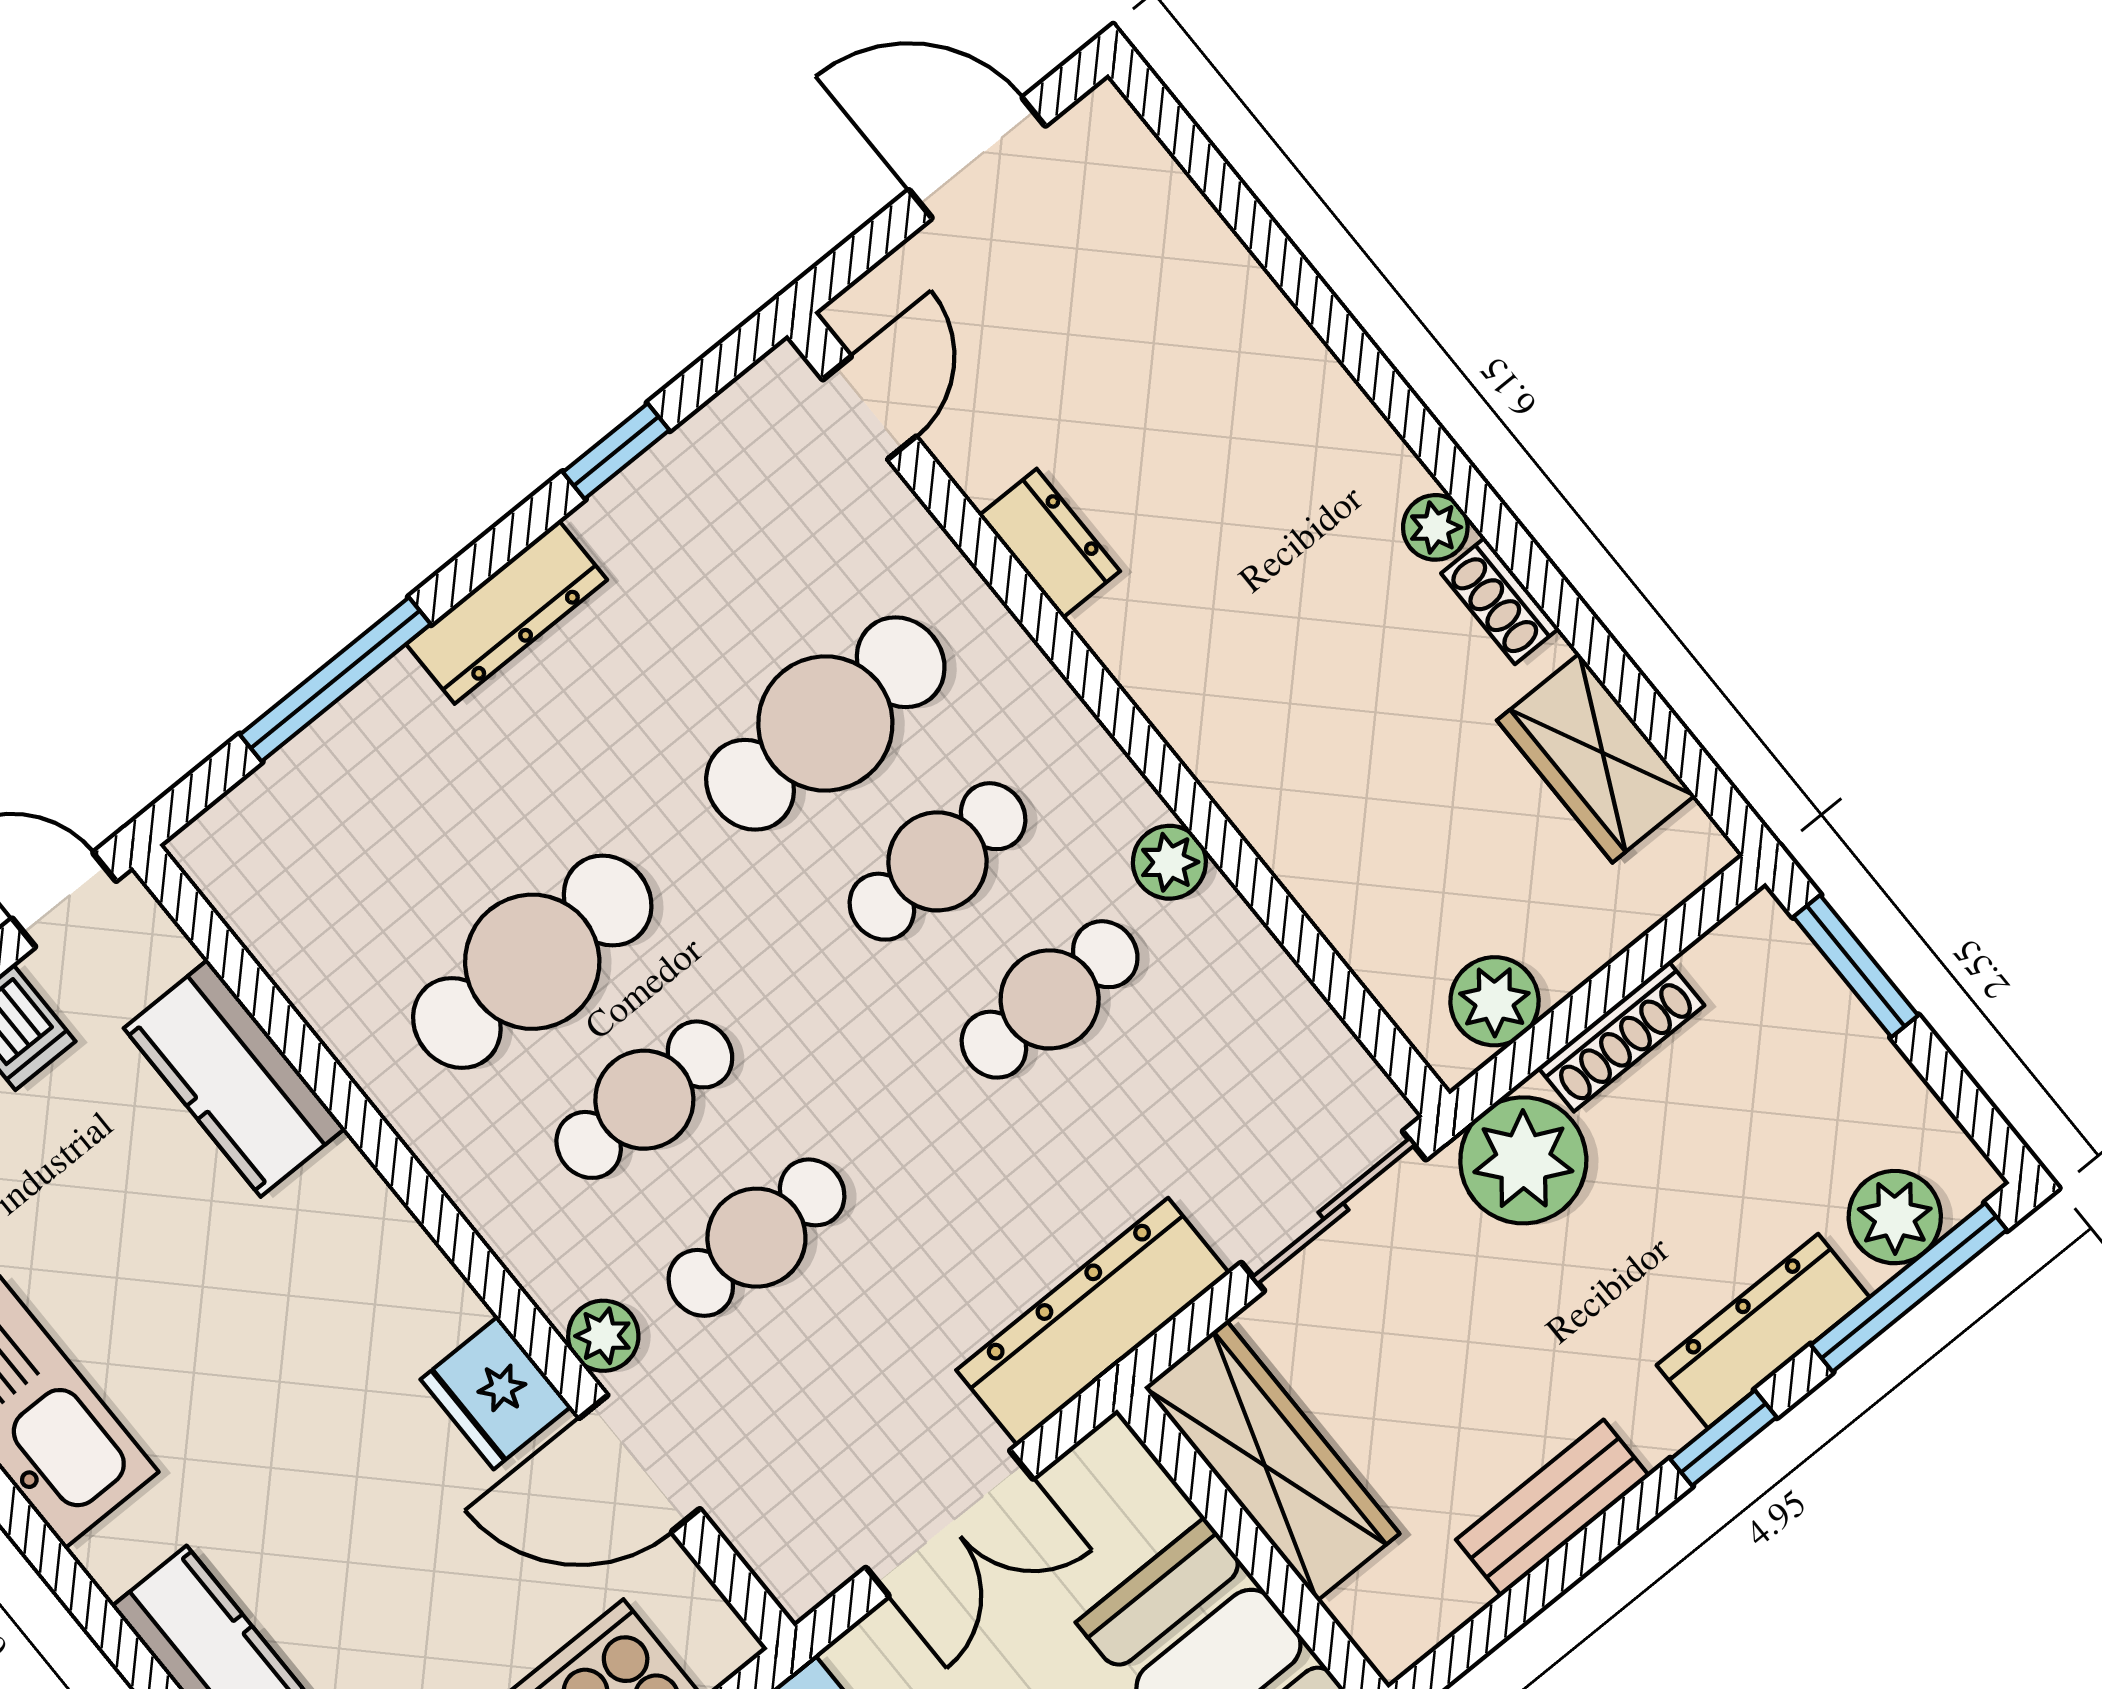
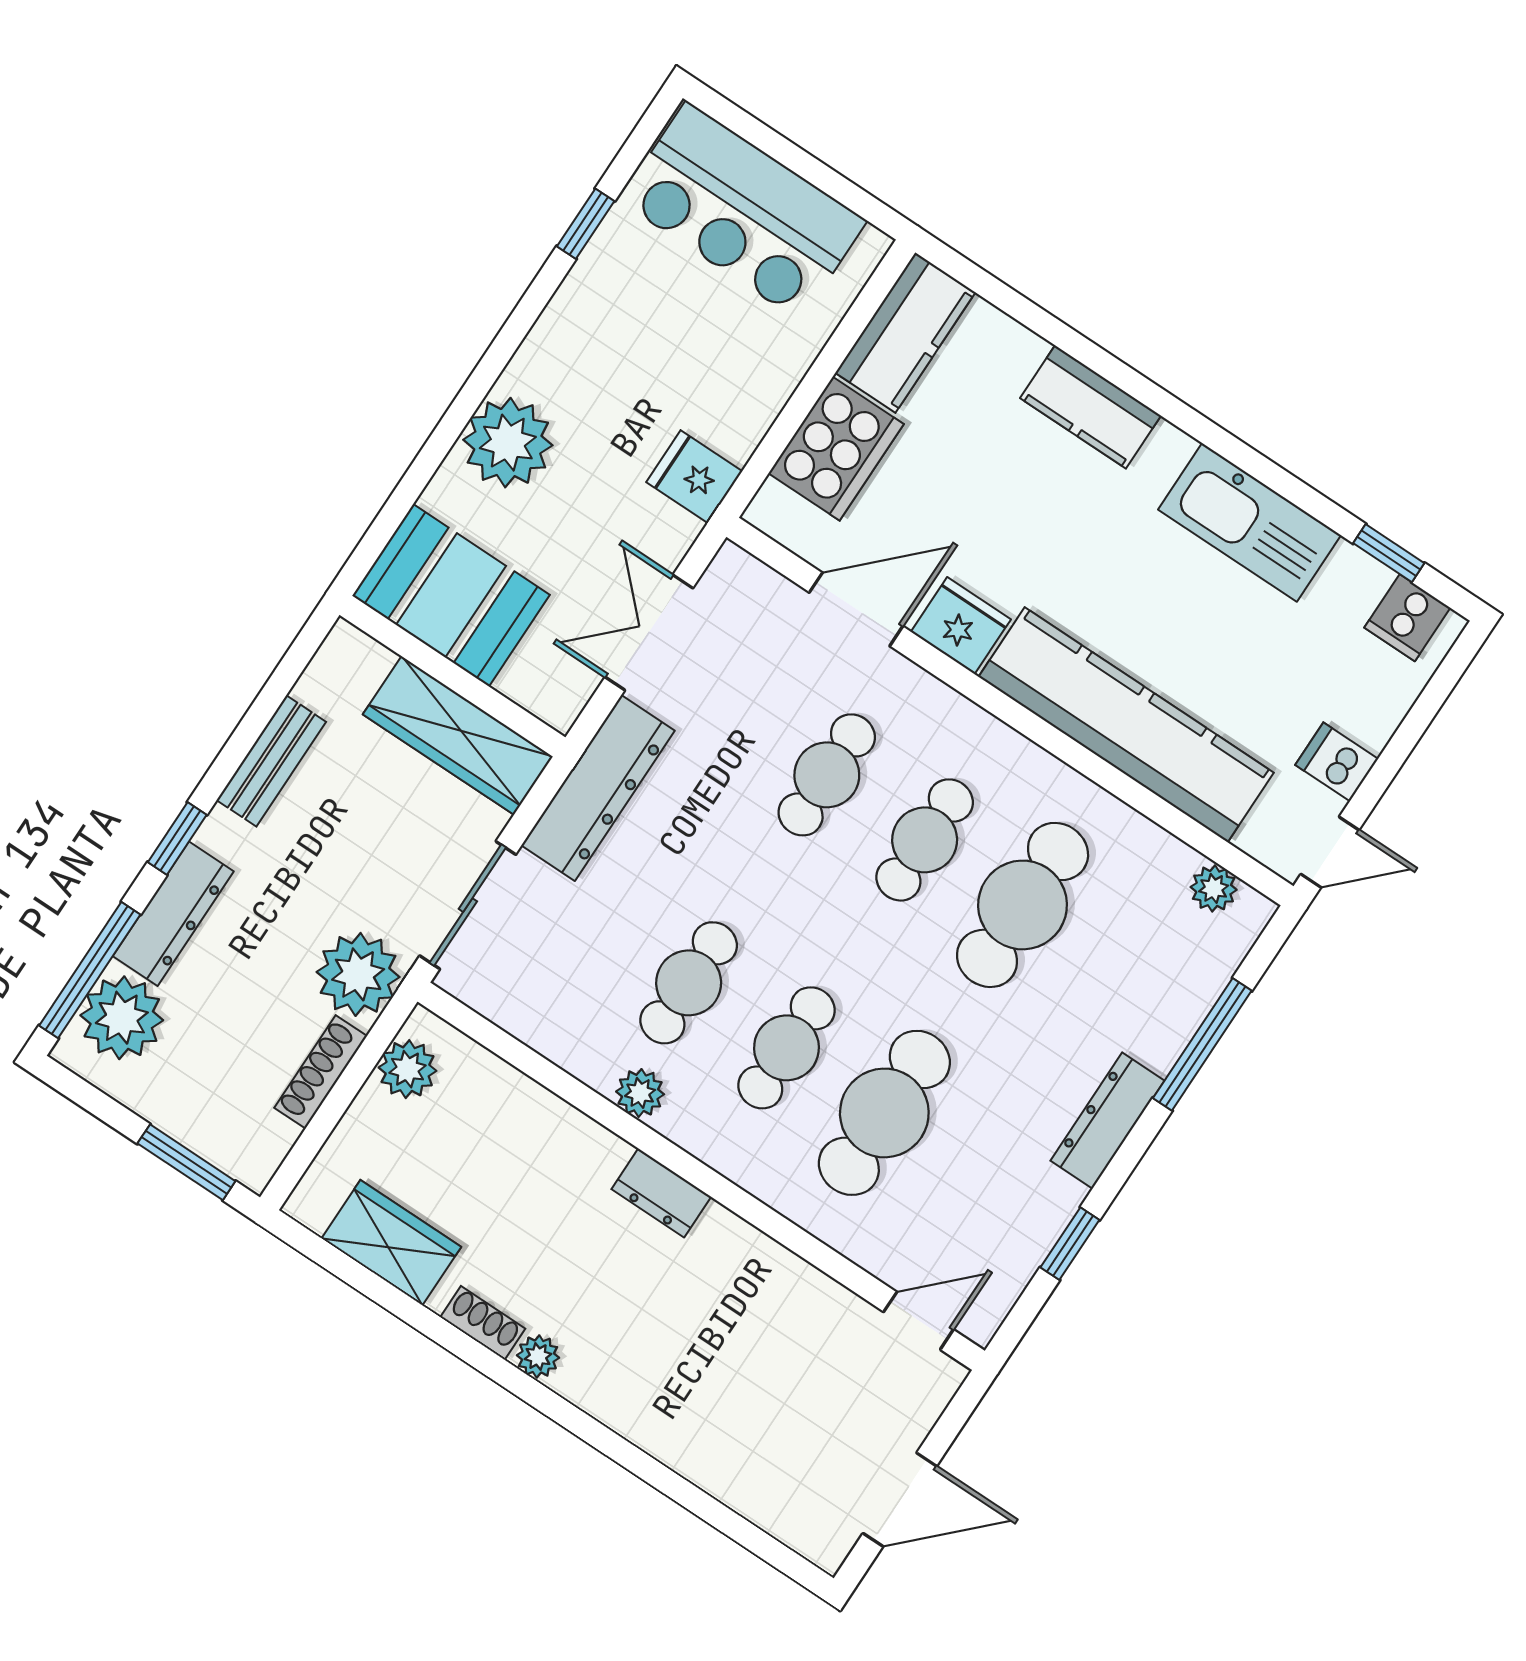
door: (869, 408) -> (919, 1321), swing flipped
dresser: (1050, 543) -> (661, 1193), moved
kitchen counter: (234, 1078) -> (1126, 725), width x2.08, depth x1.17
plant: (1895, 1217) -> (122, 1018), width x1.36, depth x1.36
plant: (603, 1336) -> (1214, 888), moved

